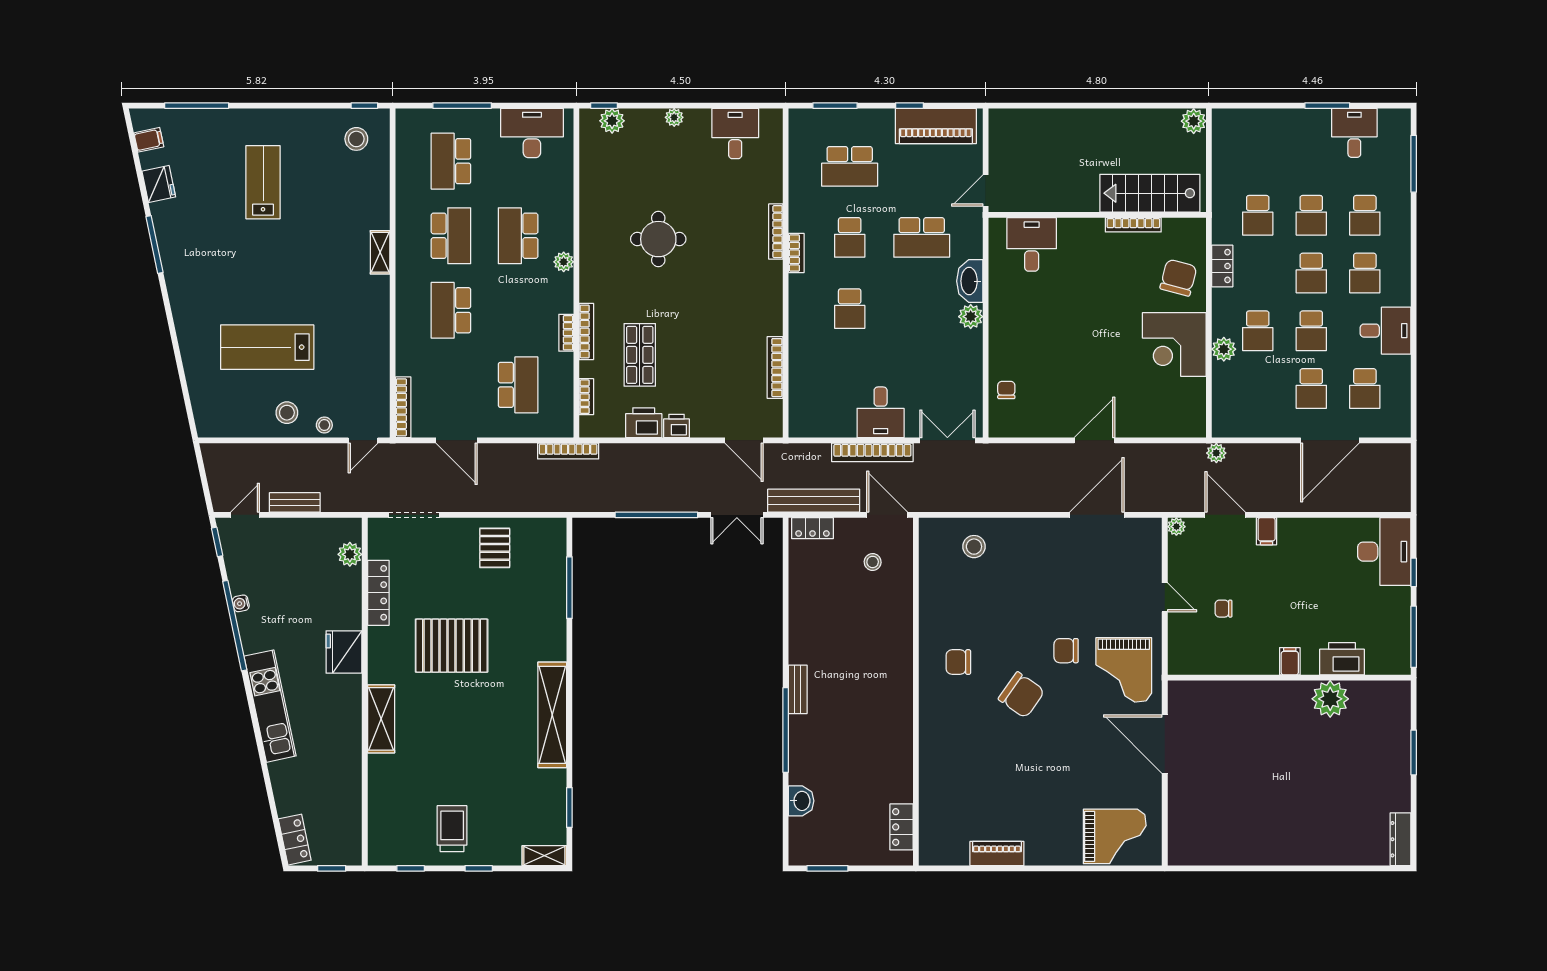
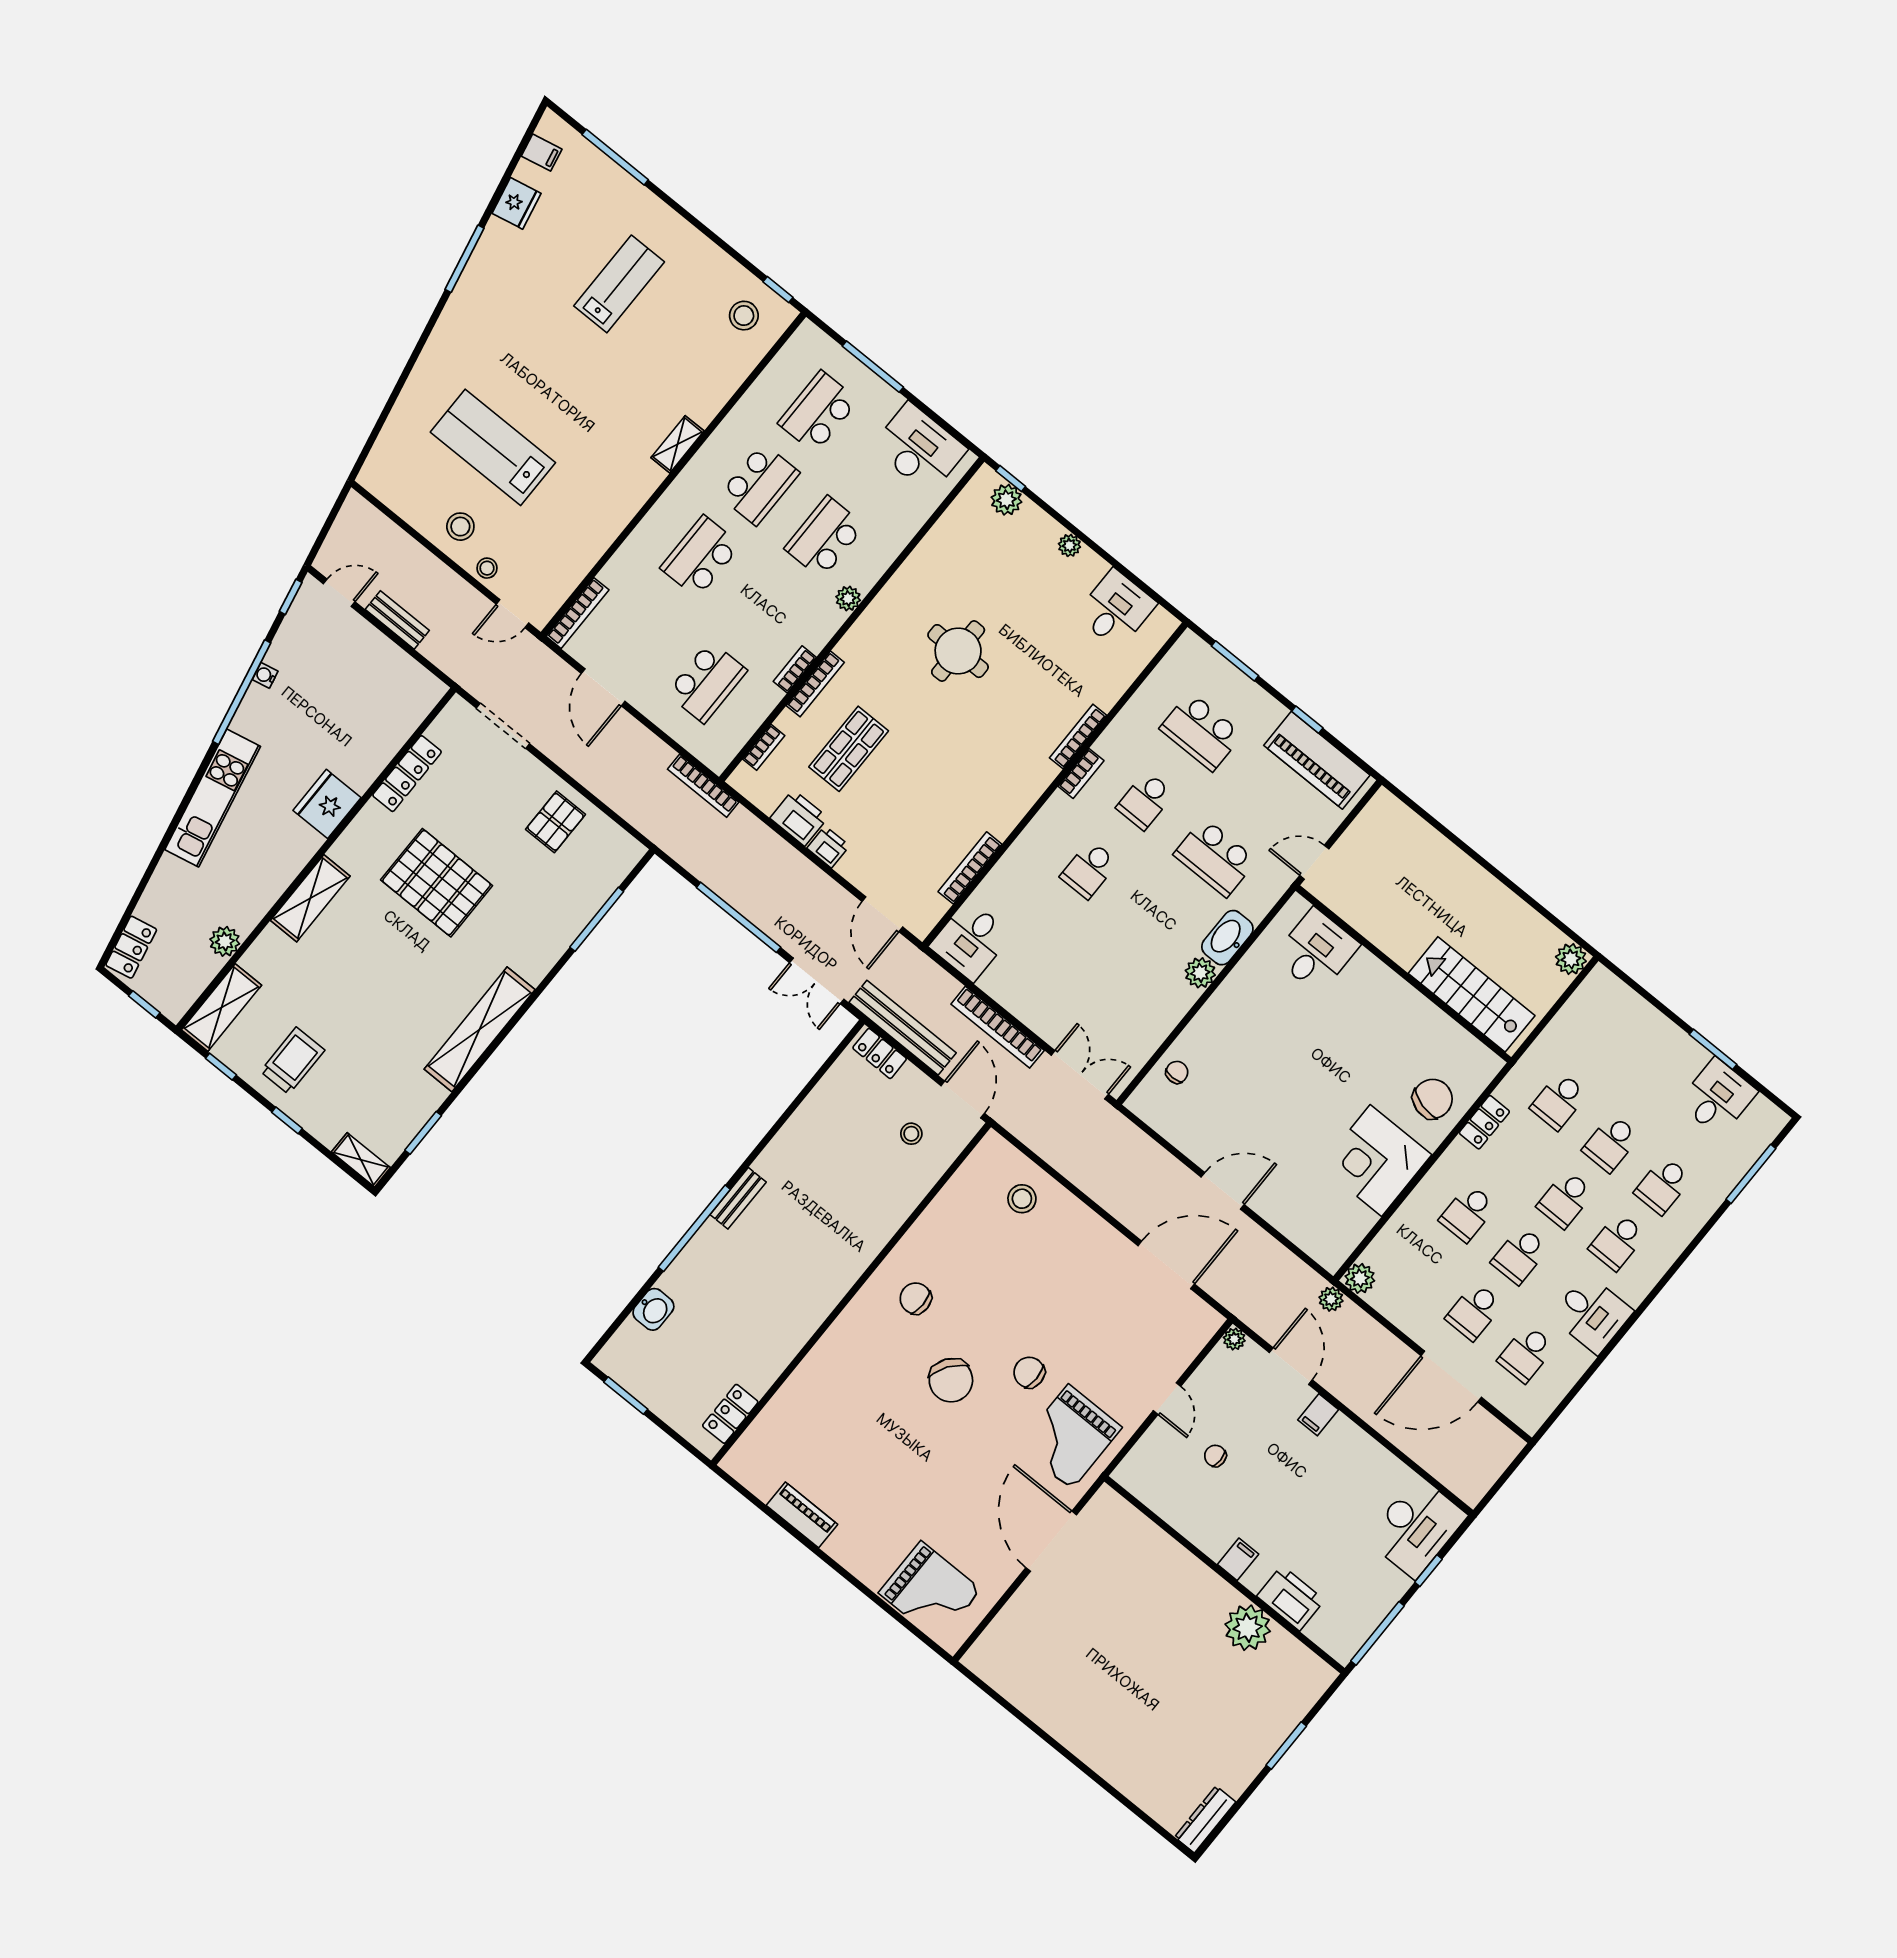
bookcase: (1133, 225) -> (1431, 1012), removed
plant: (1224, 349) -> (1360, 1278), moved
desk: (881, 412) -> (971, 941), moved
plant: (350, 554) -> (225, 941), moved
shelving: (381, 831) -> (222, 1008), added

